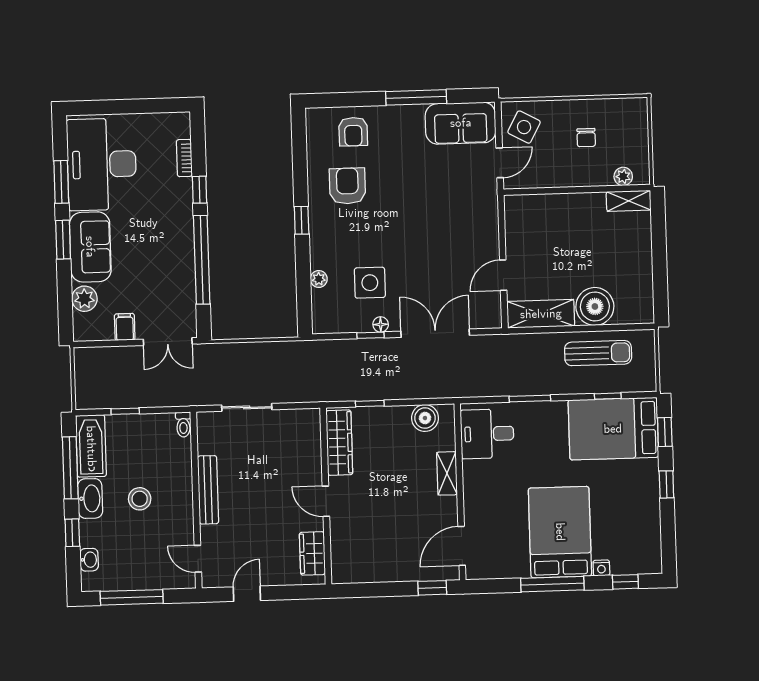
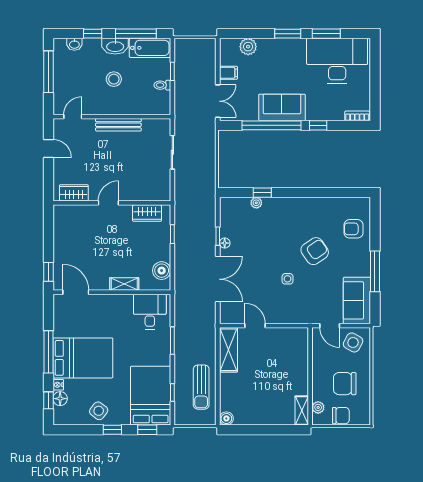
chair: (586, 138) -> (345, 384), width x1.87, depth x1.87
chair: (634, 142) -> (341, 416), added
bookcase: (184, 158) -> (357, 116), moved
armchair: (347, 186) -> (315, 251), moved, turned -35
window: (302, 220) -> (262, 193), moved
sofa: (90, 247) -> (282, 107), moved, turned 180
side table: (370, 283) -> (287, 279), moved, width x0.54, depth x0.54
boiler: (595, 306) -> (226, 418), moved, width x0.54, depth x0.54
double door: (168, 342) -> (218, 101), swing flipped
toilet: (183, 425) -> (162, 85), moved
wardrobe: (339, 443) -> (147, 213), width x0.67
side table: (639, 506) -> (99, 411), added
floor lamp: (622, 564) -> (60, 399), added

